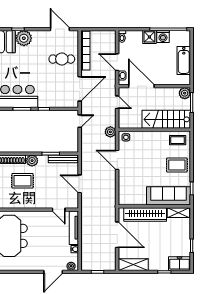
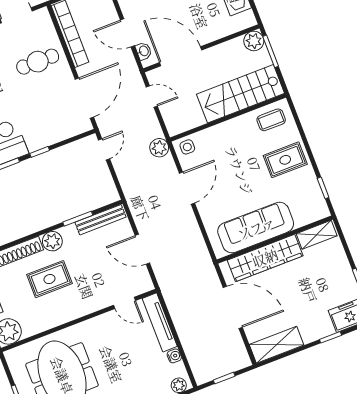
door: (117, 160) -> (187, 188), swing flipped
sofa: (169, 196) -> (256, 228), moved

